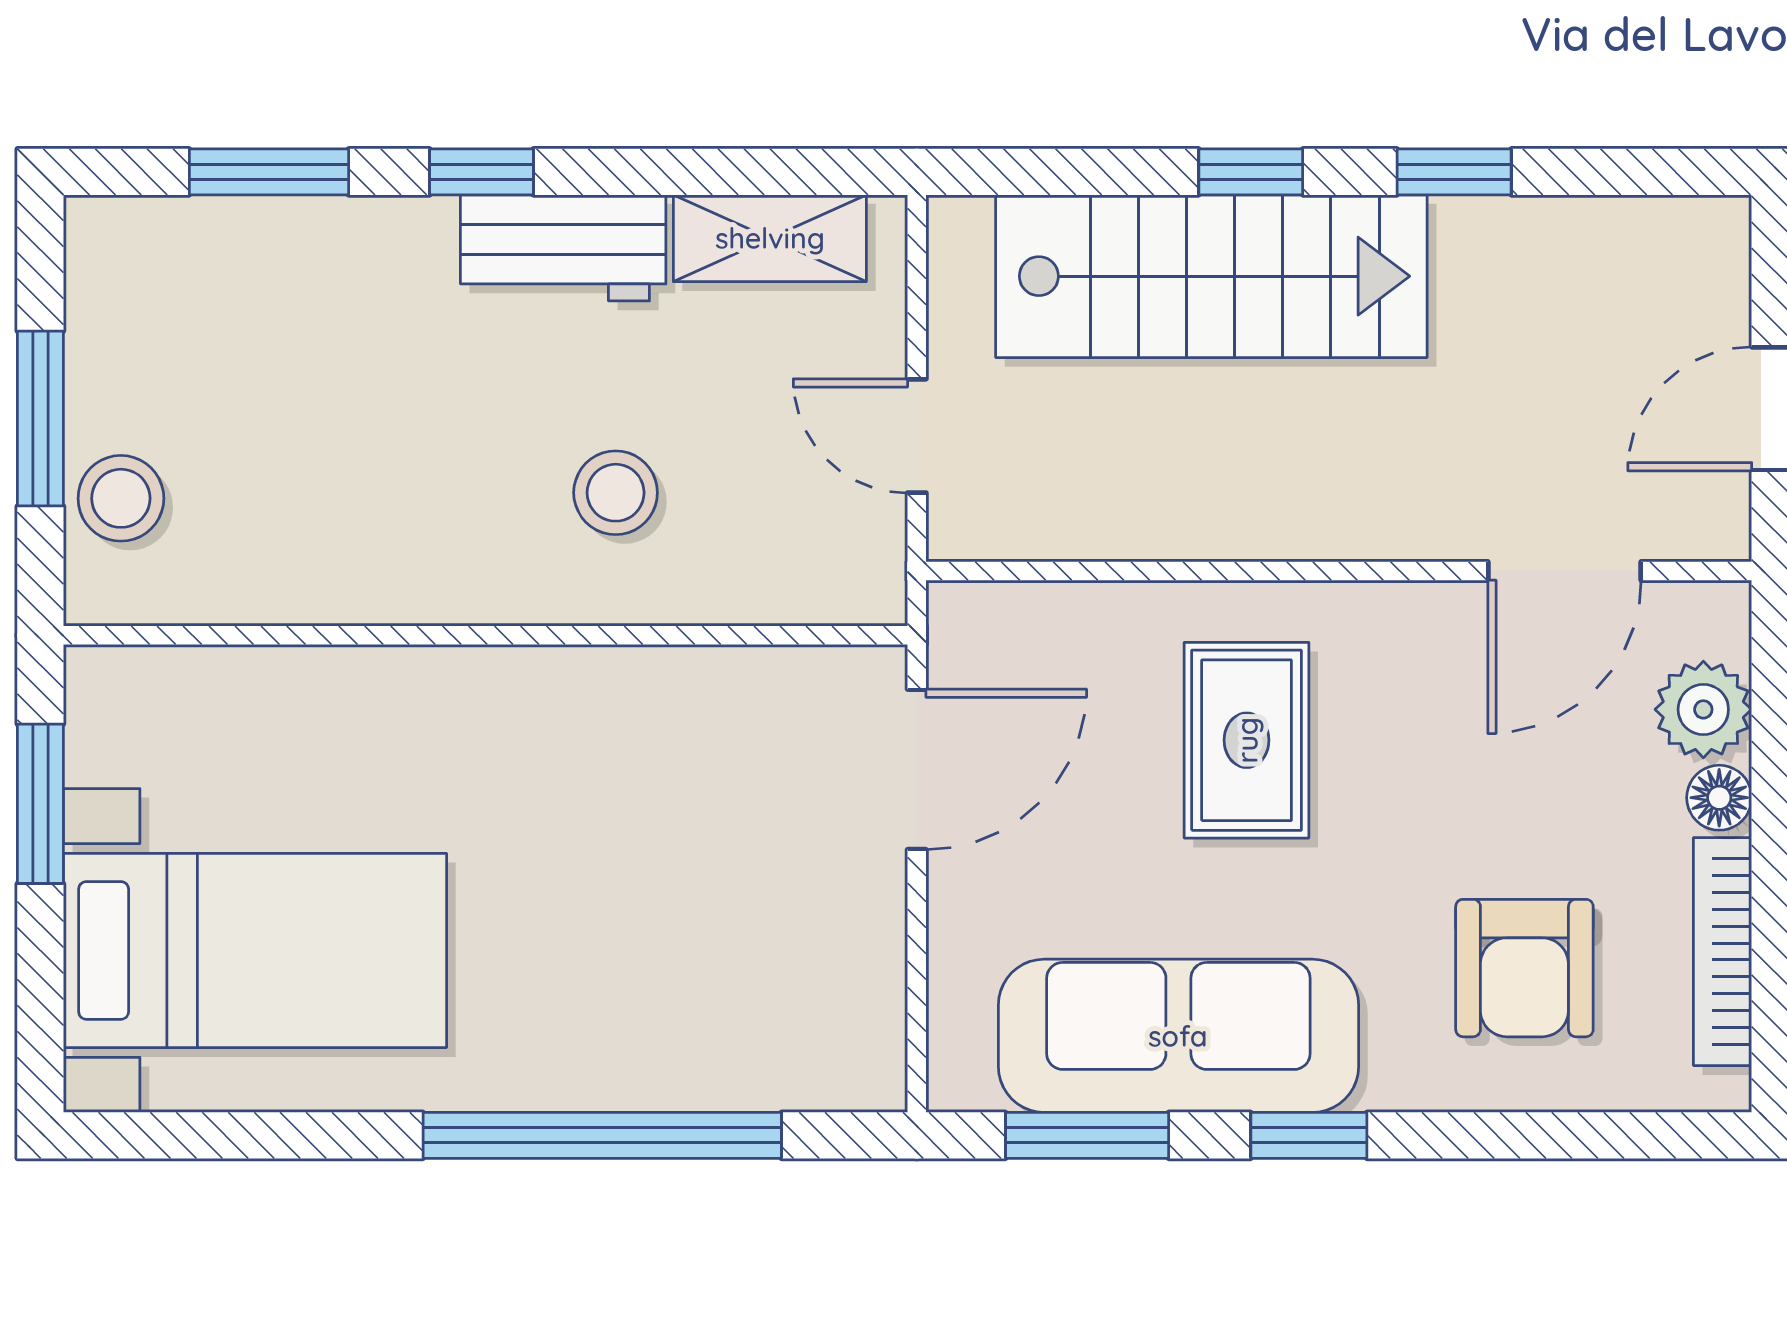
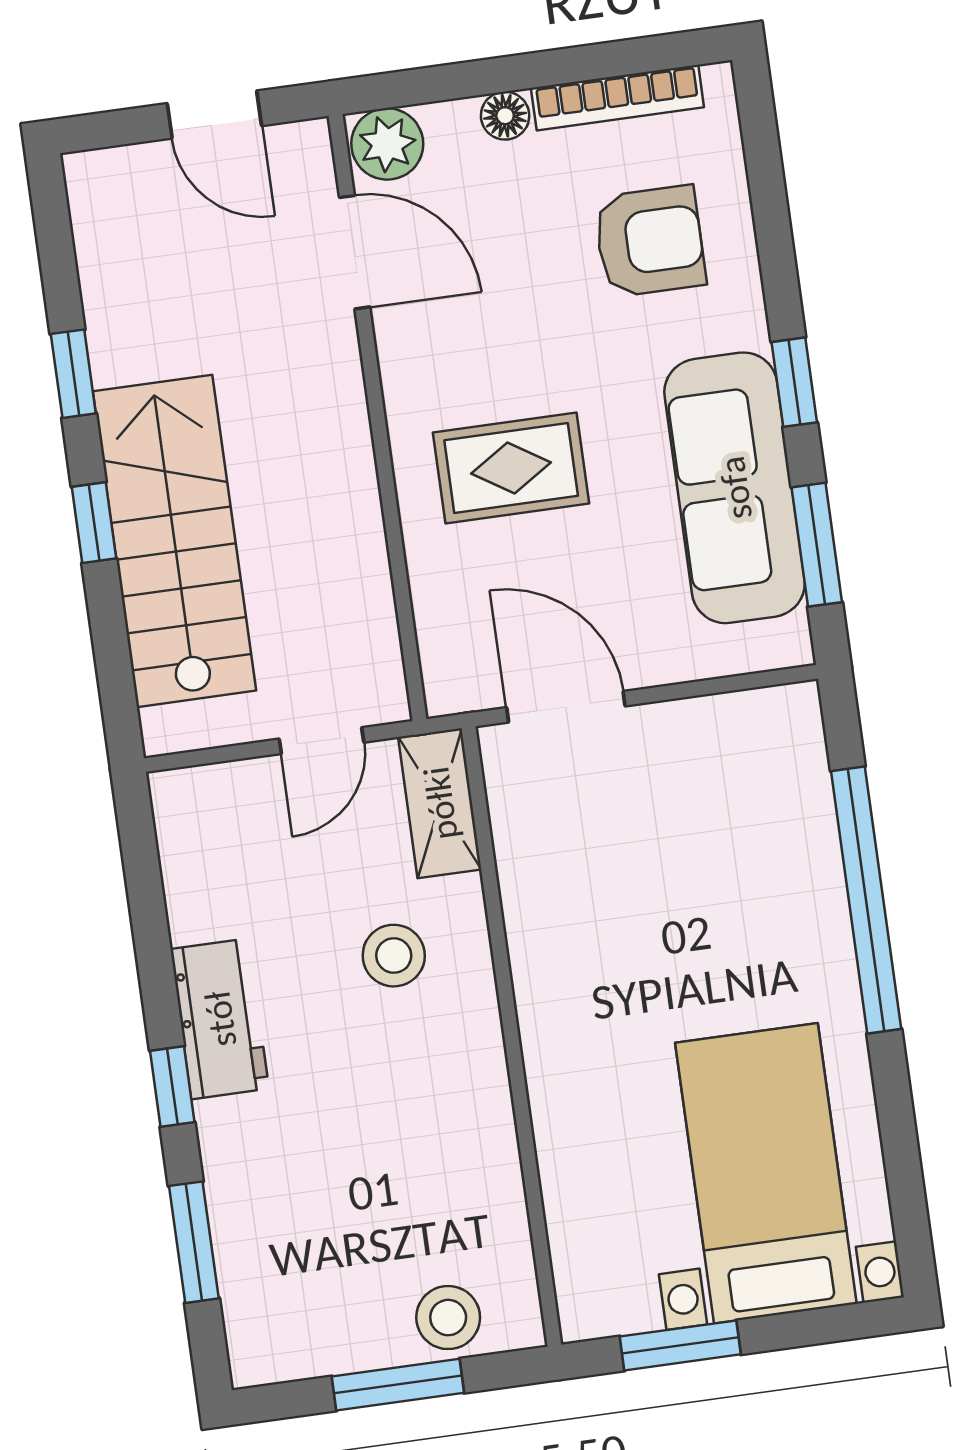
shelving: (770, 238) -> (440, 803), moved
plant: (1703, 709) -> (387, 144), moved

